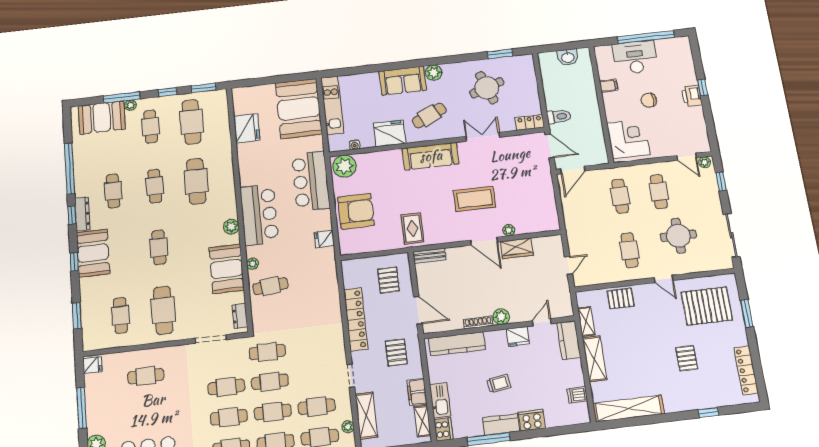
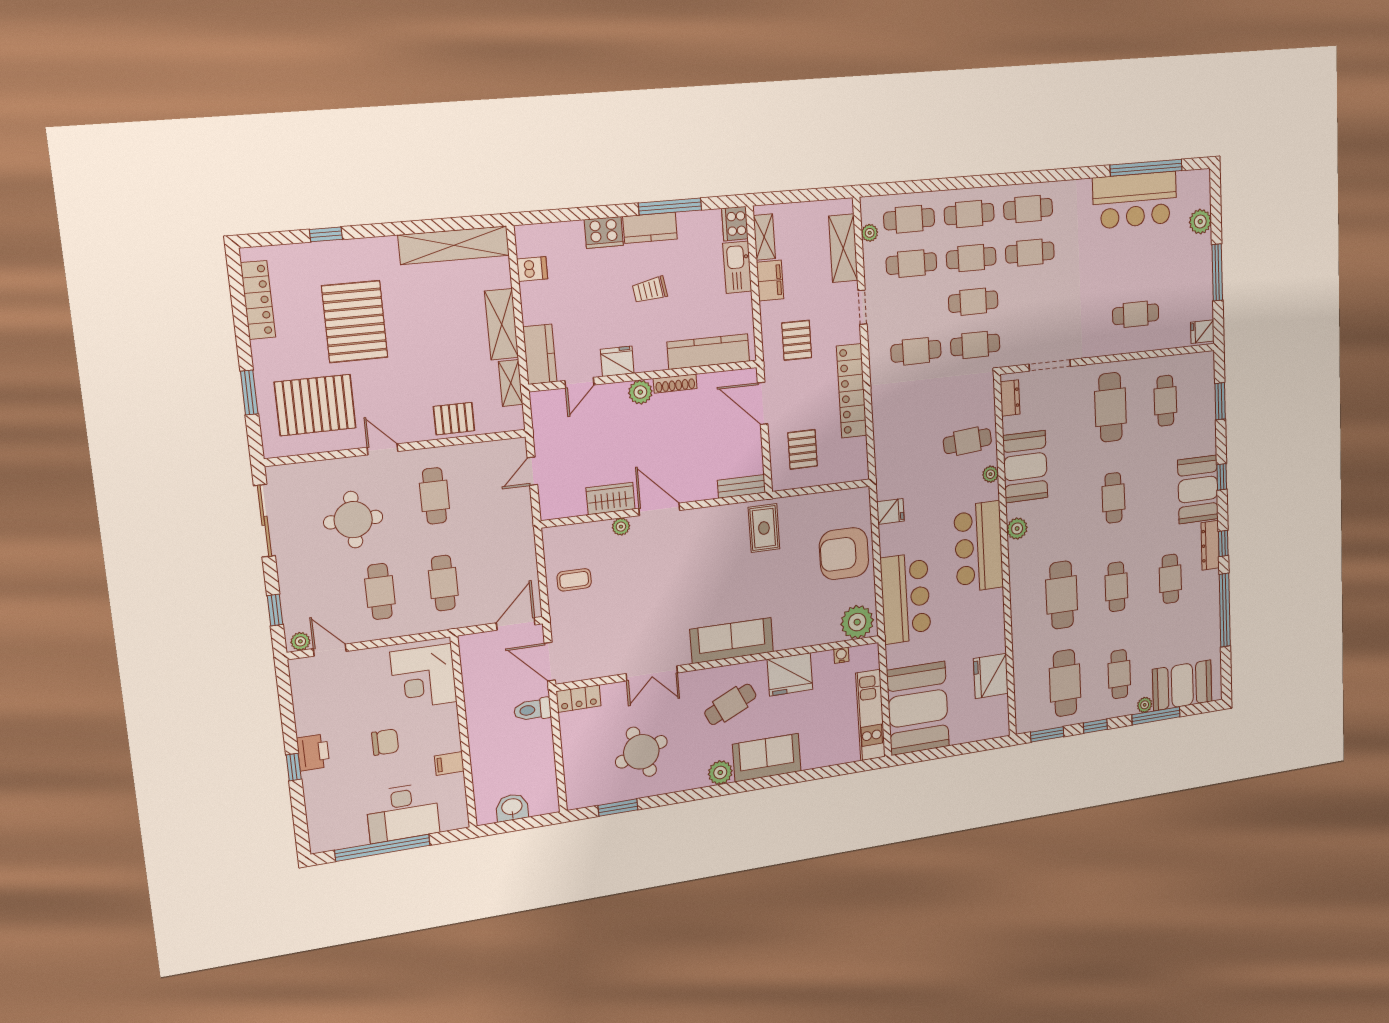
coffee table: (474, 199) -> (574, 580), moved, width x0.54, depth x0.58
pallet: (687, 358) -> (355, 322), width x2.05, depth x2.00
cafe table: (226, 387) -> (916, 351), moved

